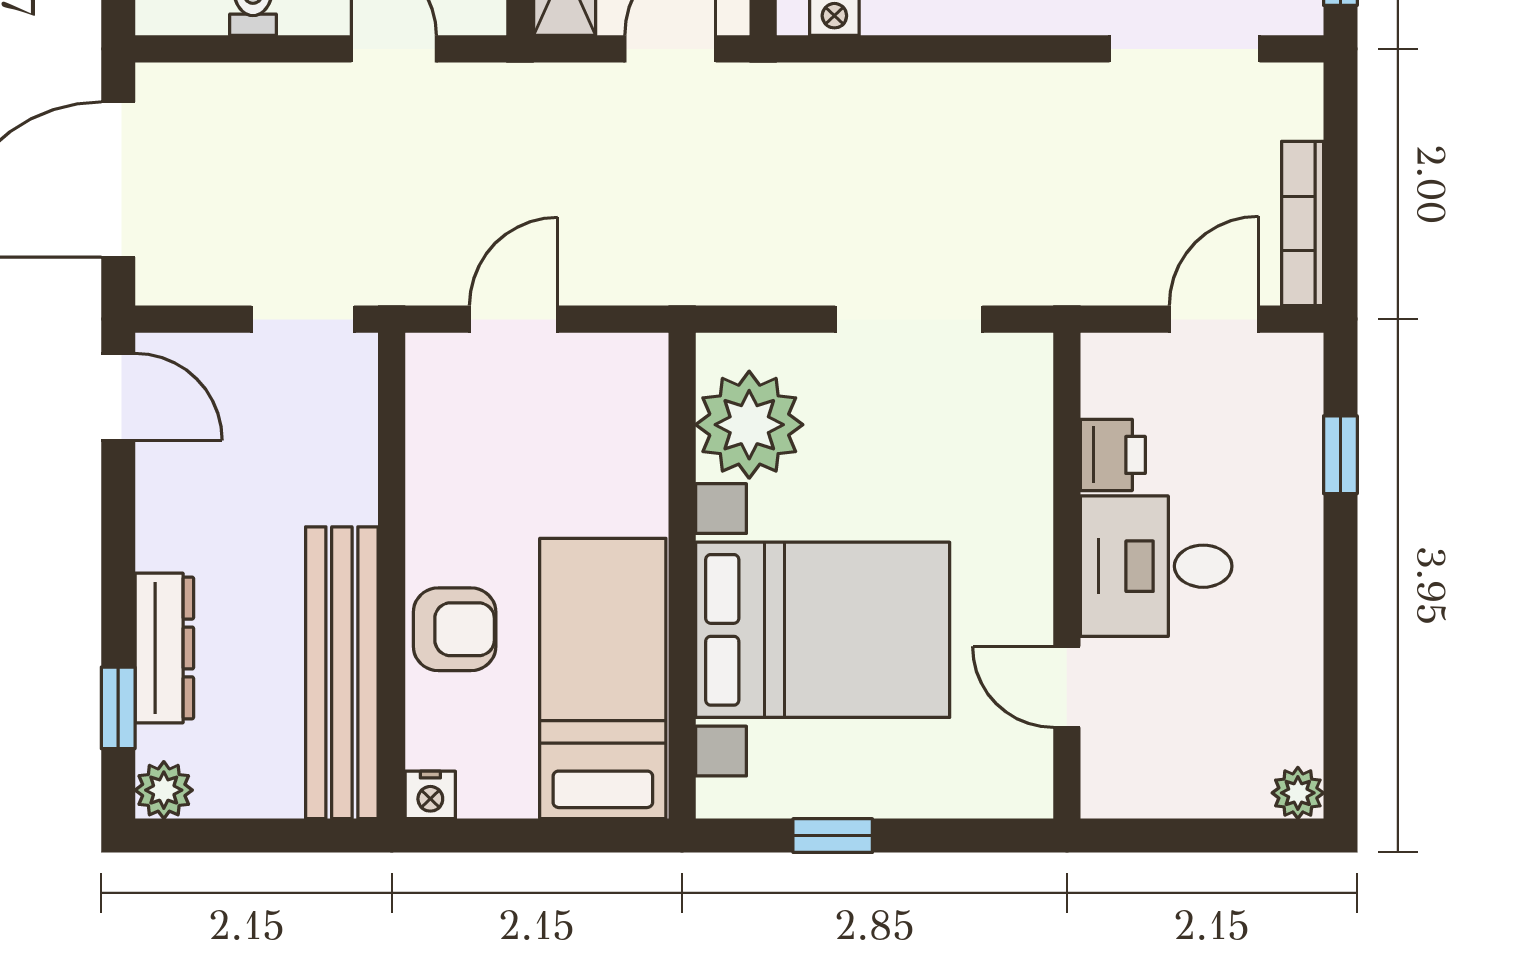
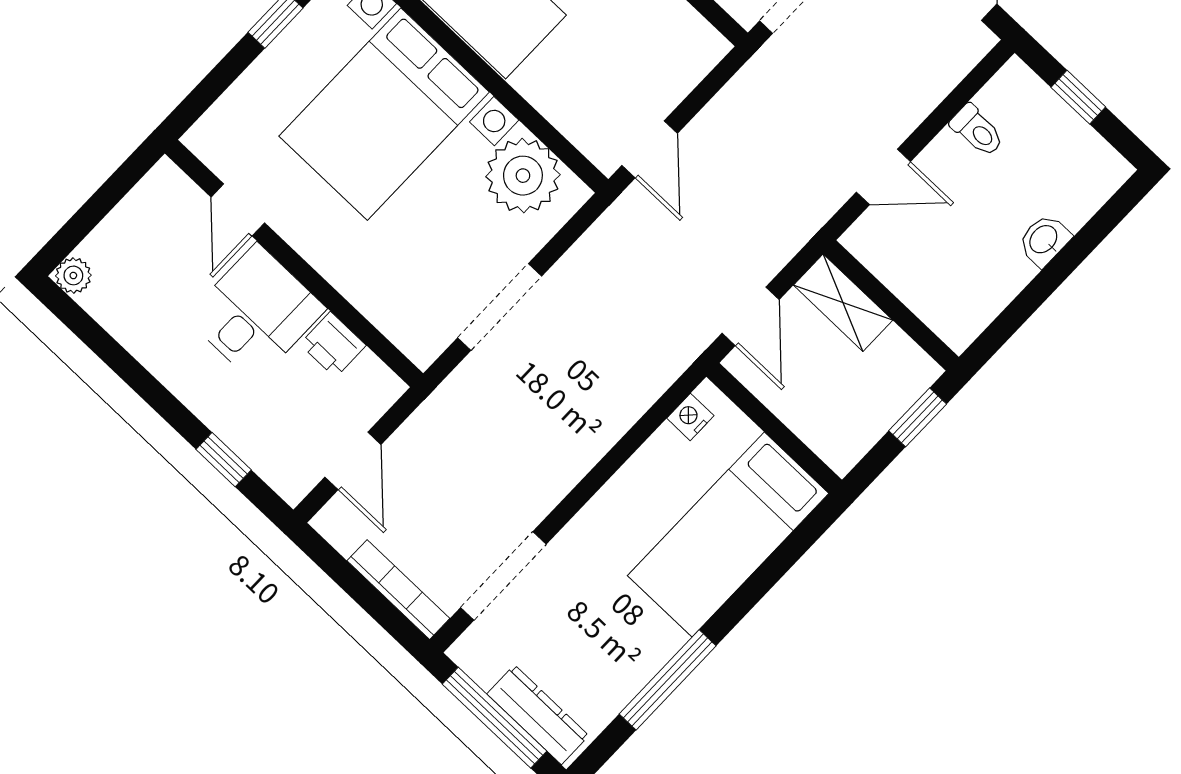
bookcase: (1303, 223) -> (398, 590), moved
door: (513, 319) -> (650, 149), moved
door: (1067, 687) -> (238, 210), swing flipped

